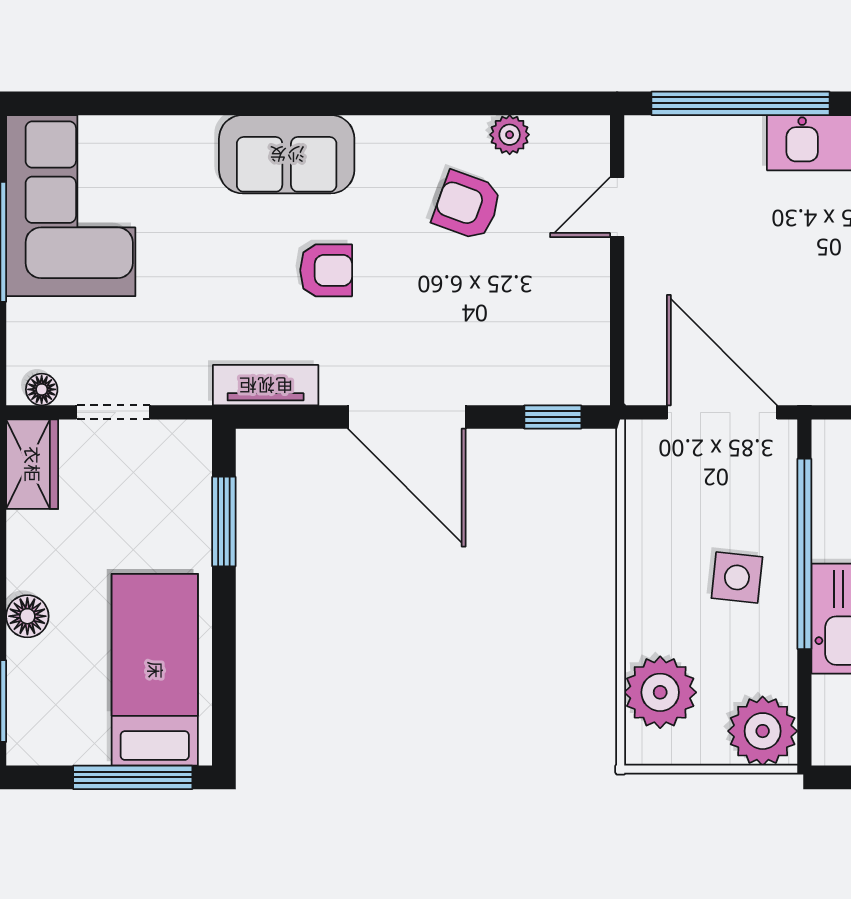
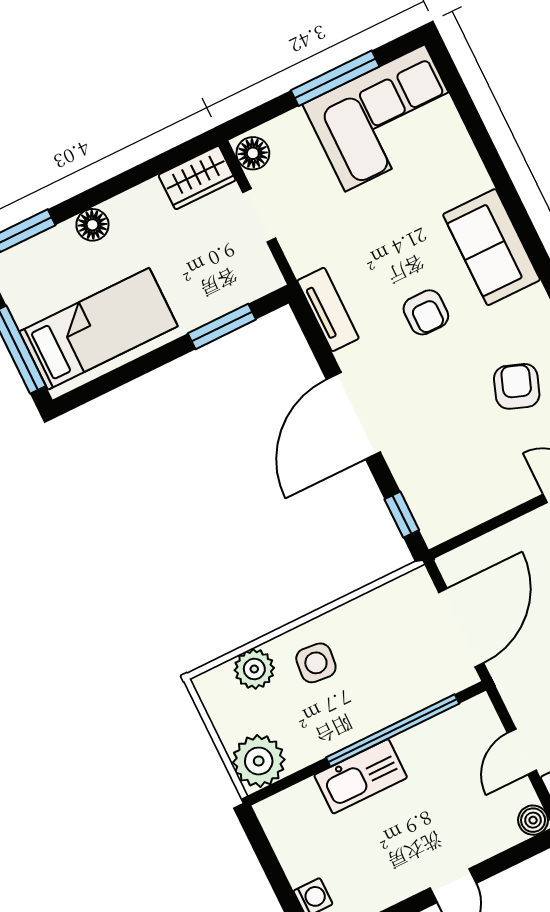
floor lamp: (42, 389) -> (253, 153), width x1.37, depth x1.37
side table: (737, 577) -> (316, 663), moved
plant: (660, 692) -> (254, 669), width x0.73, depth x0.73

